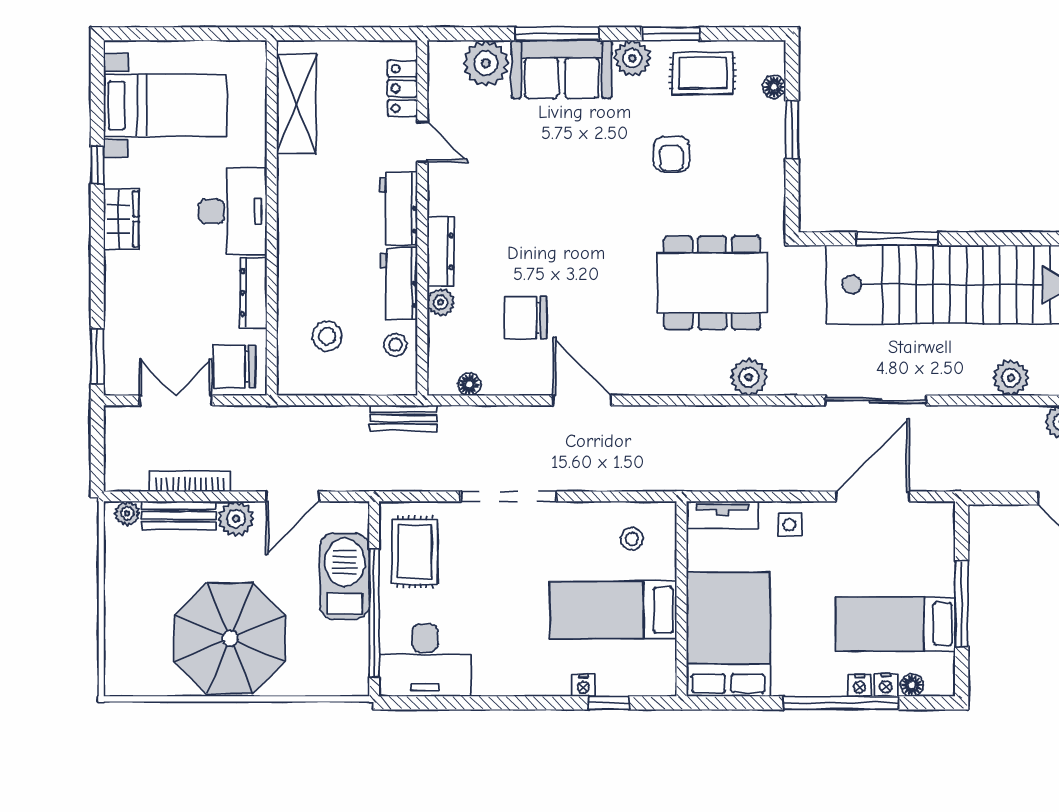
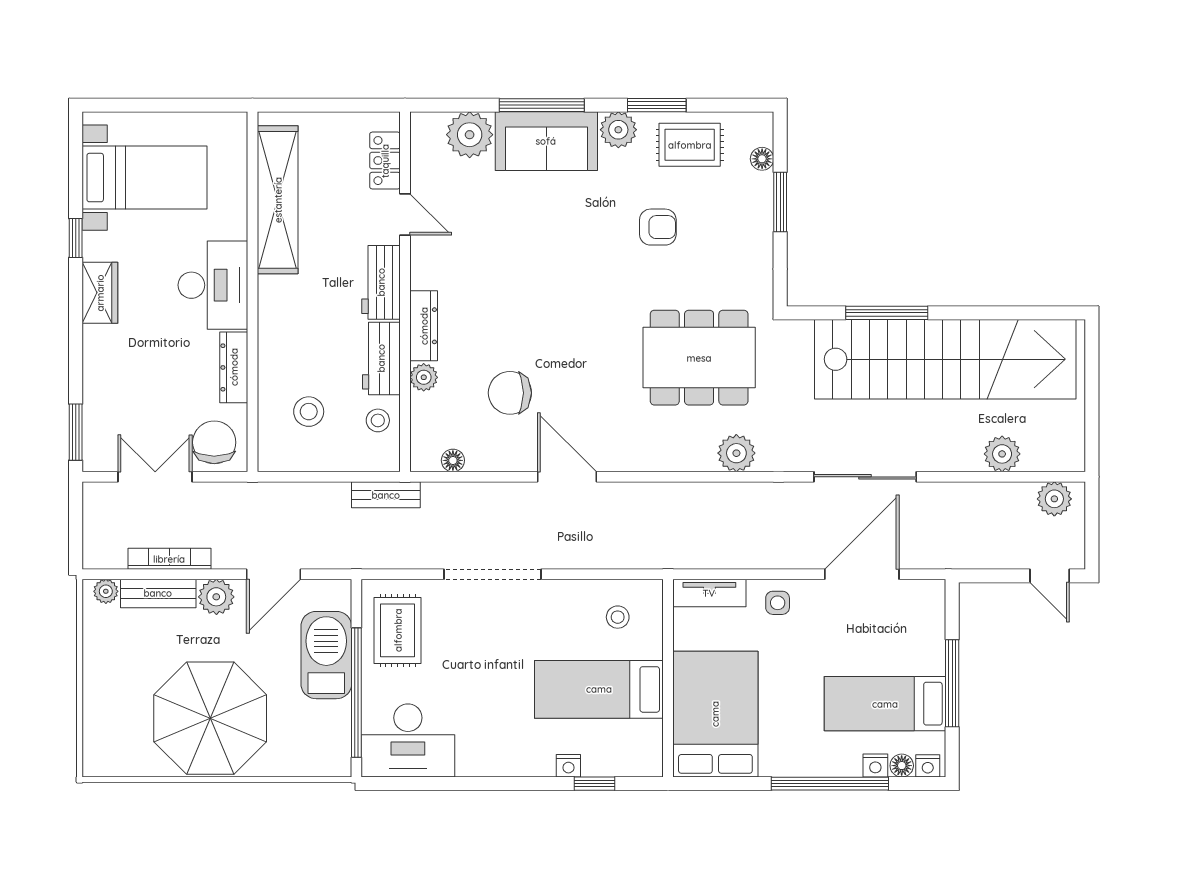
shelving: (296, 104) -> (278, 200), width x1.47
armchair: (671, 154) -> (658, 227), turned -90
chair: (234, 366) -> (214, 442), turned 90
nightstand: (860, 685) -> (928, 766), moved

